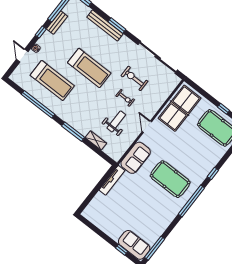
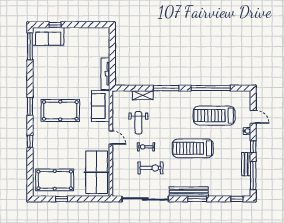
bench: (105, 26) -> (189, 192), moved
window: (191, 201) -> (30, 106), width x0.47

